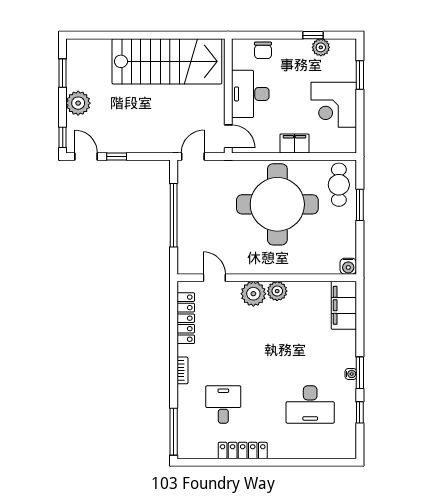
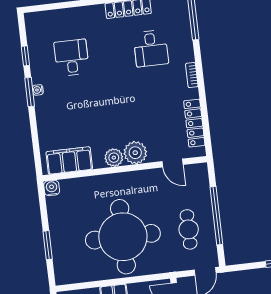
cafe table: (339, 185) -> (189, 229), moved
filing cabinet: (344, 305) -> (69, 160), moved, turned -90
desk: (310, 405) -> (72, 58), width x0.73

